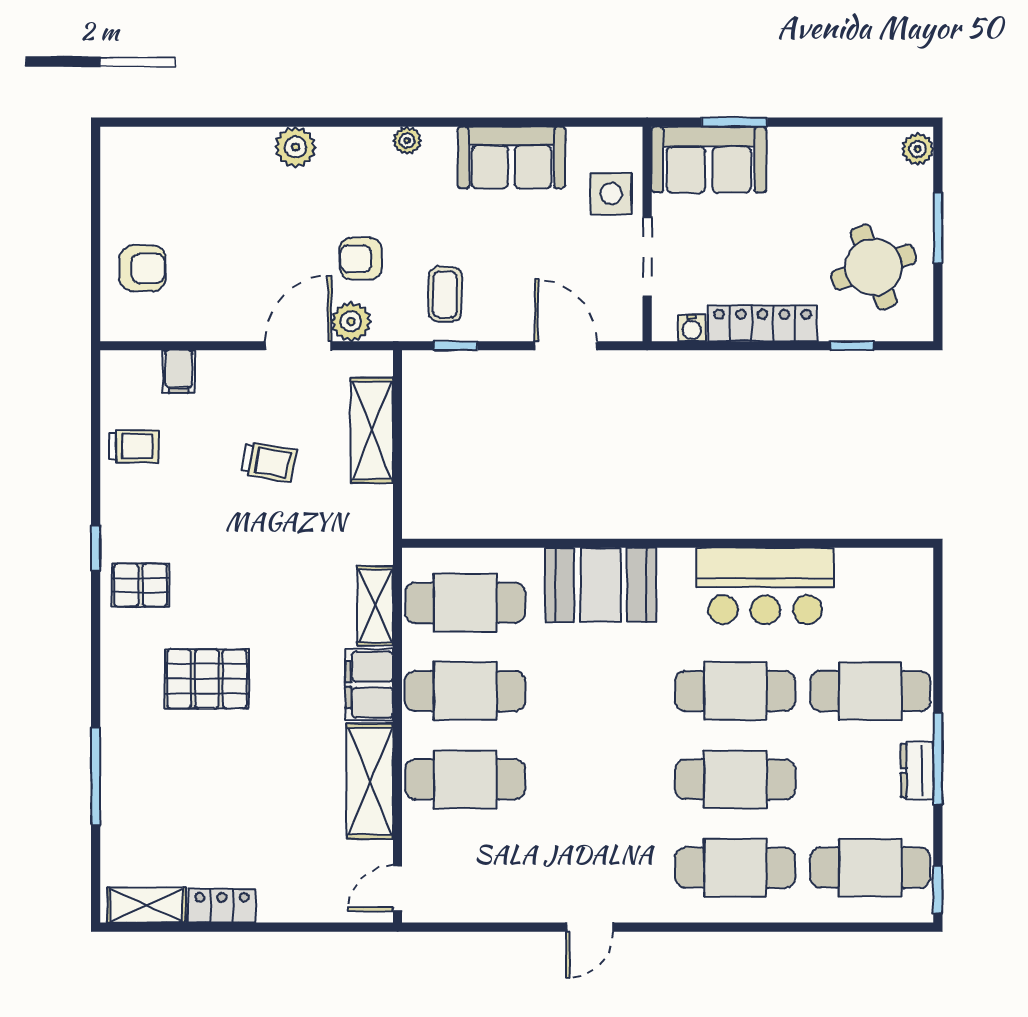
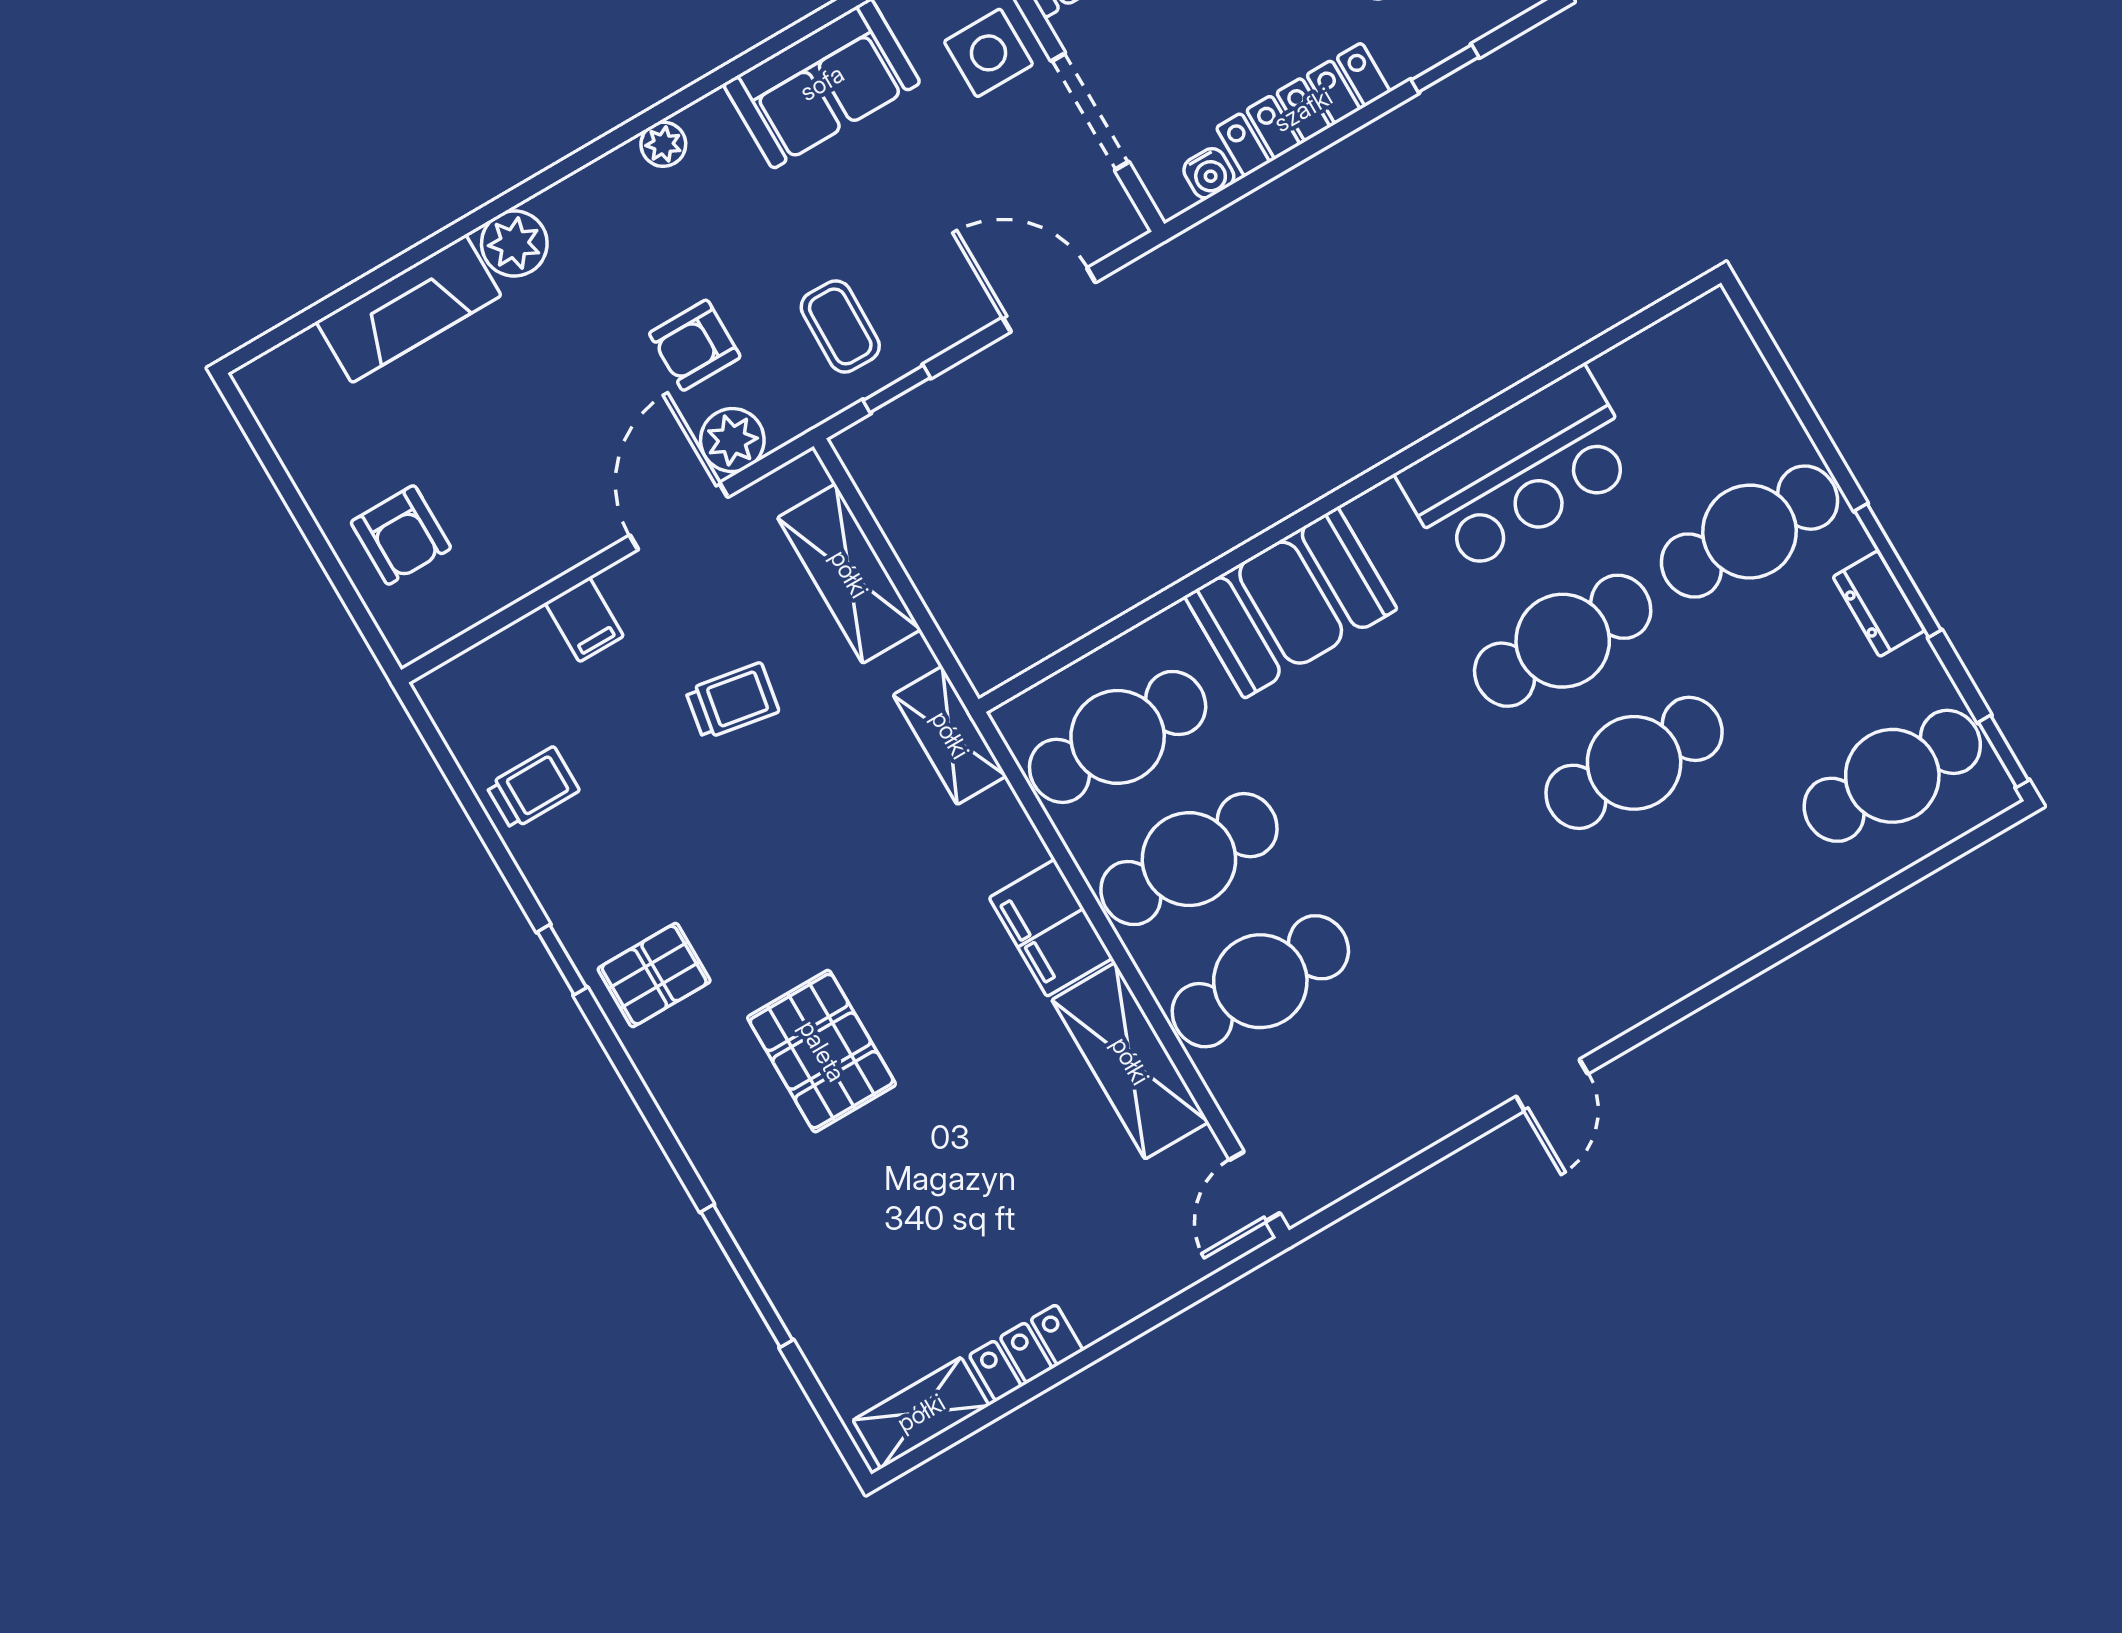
fireplace: (218, 149) -> (409, 309), added
armchair: (143, 268) -> (401, 535), turned 90
filing cabinet: (179, 372) -> (584, 620), moved
shelving: (375, 606) -> (950, 735), moved
pallet: (207, 679) -> (822, 1051), turned 90
cafe table: (735, 868) -> (1705, 885), removed

